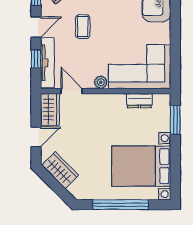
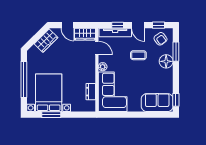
door: (72, 91) -> (97, 48), hinge flipped
window: (175, 120) -> (51, 115), moved

